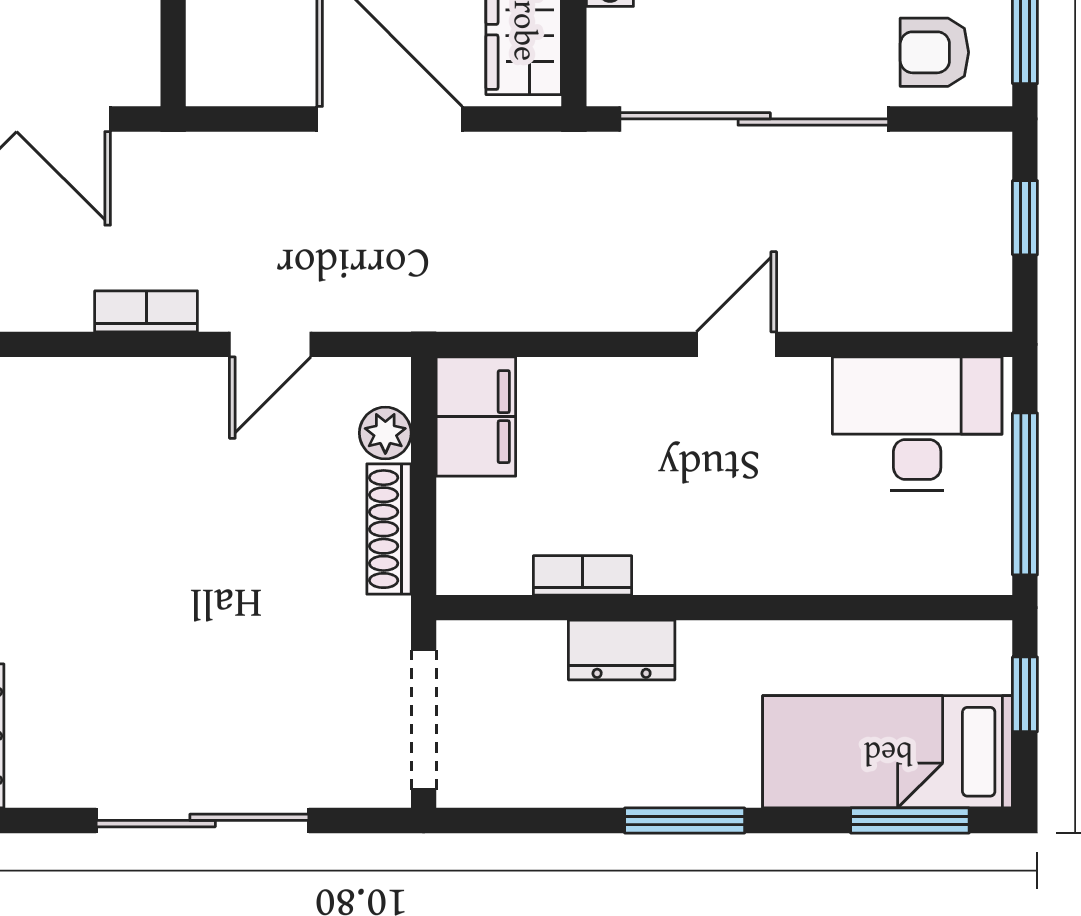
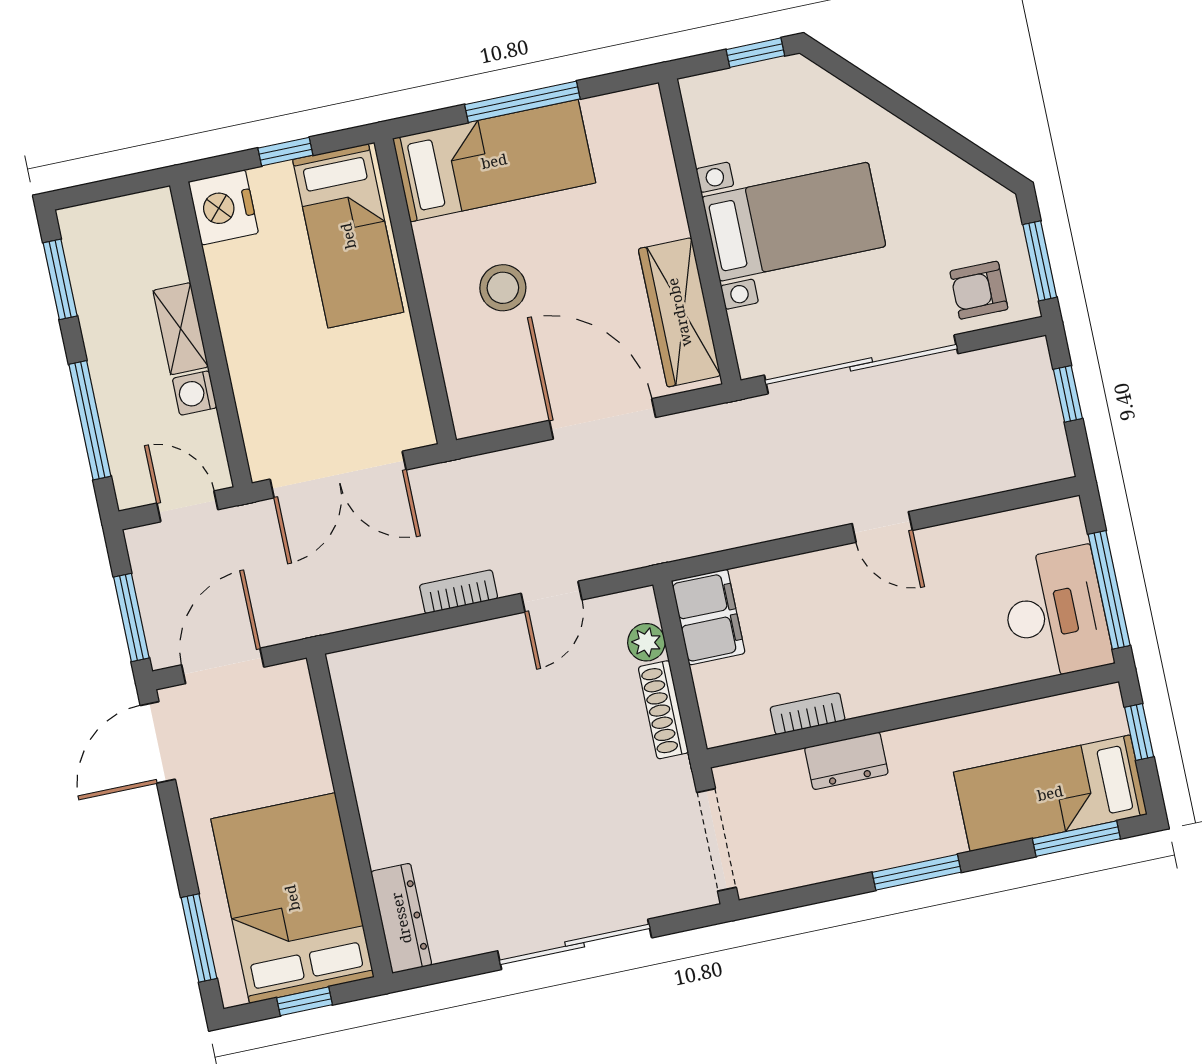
door: (736, 344) -> (882, 527), swing flipped
desk: (917, 424) -> (1056, 613), moved, turned 90

